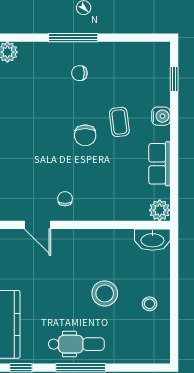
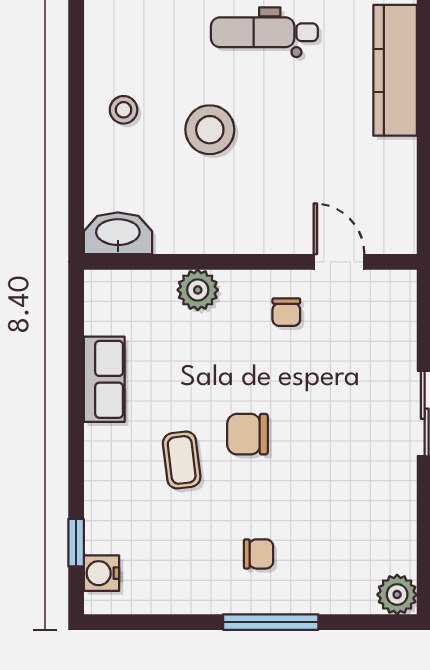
water cooler: (161, 116) -> (102, 573), moved
chair: (85, 135) -> (247, 434), turned -90
plant: (160, 210) -> (198, 290), moved

